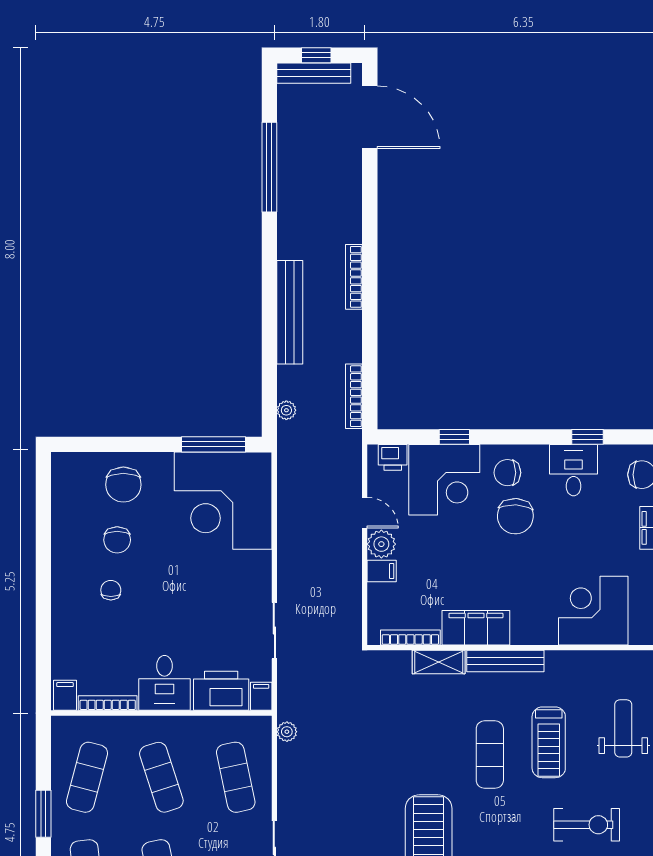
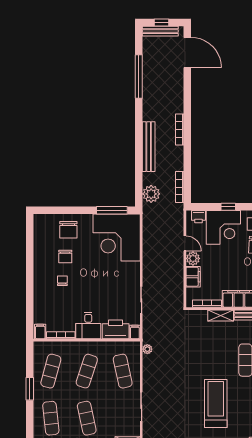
plant: (286, 410) -> (151, 194), width x1.87, depth x1.87
filing cabinet: (382, 571) -> (193, 277), width x2.00
exercise mat: (161, 777) -> (87, 371), turned 36

